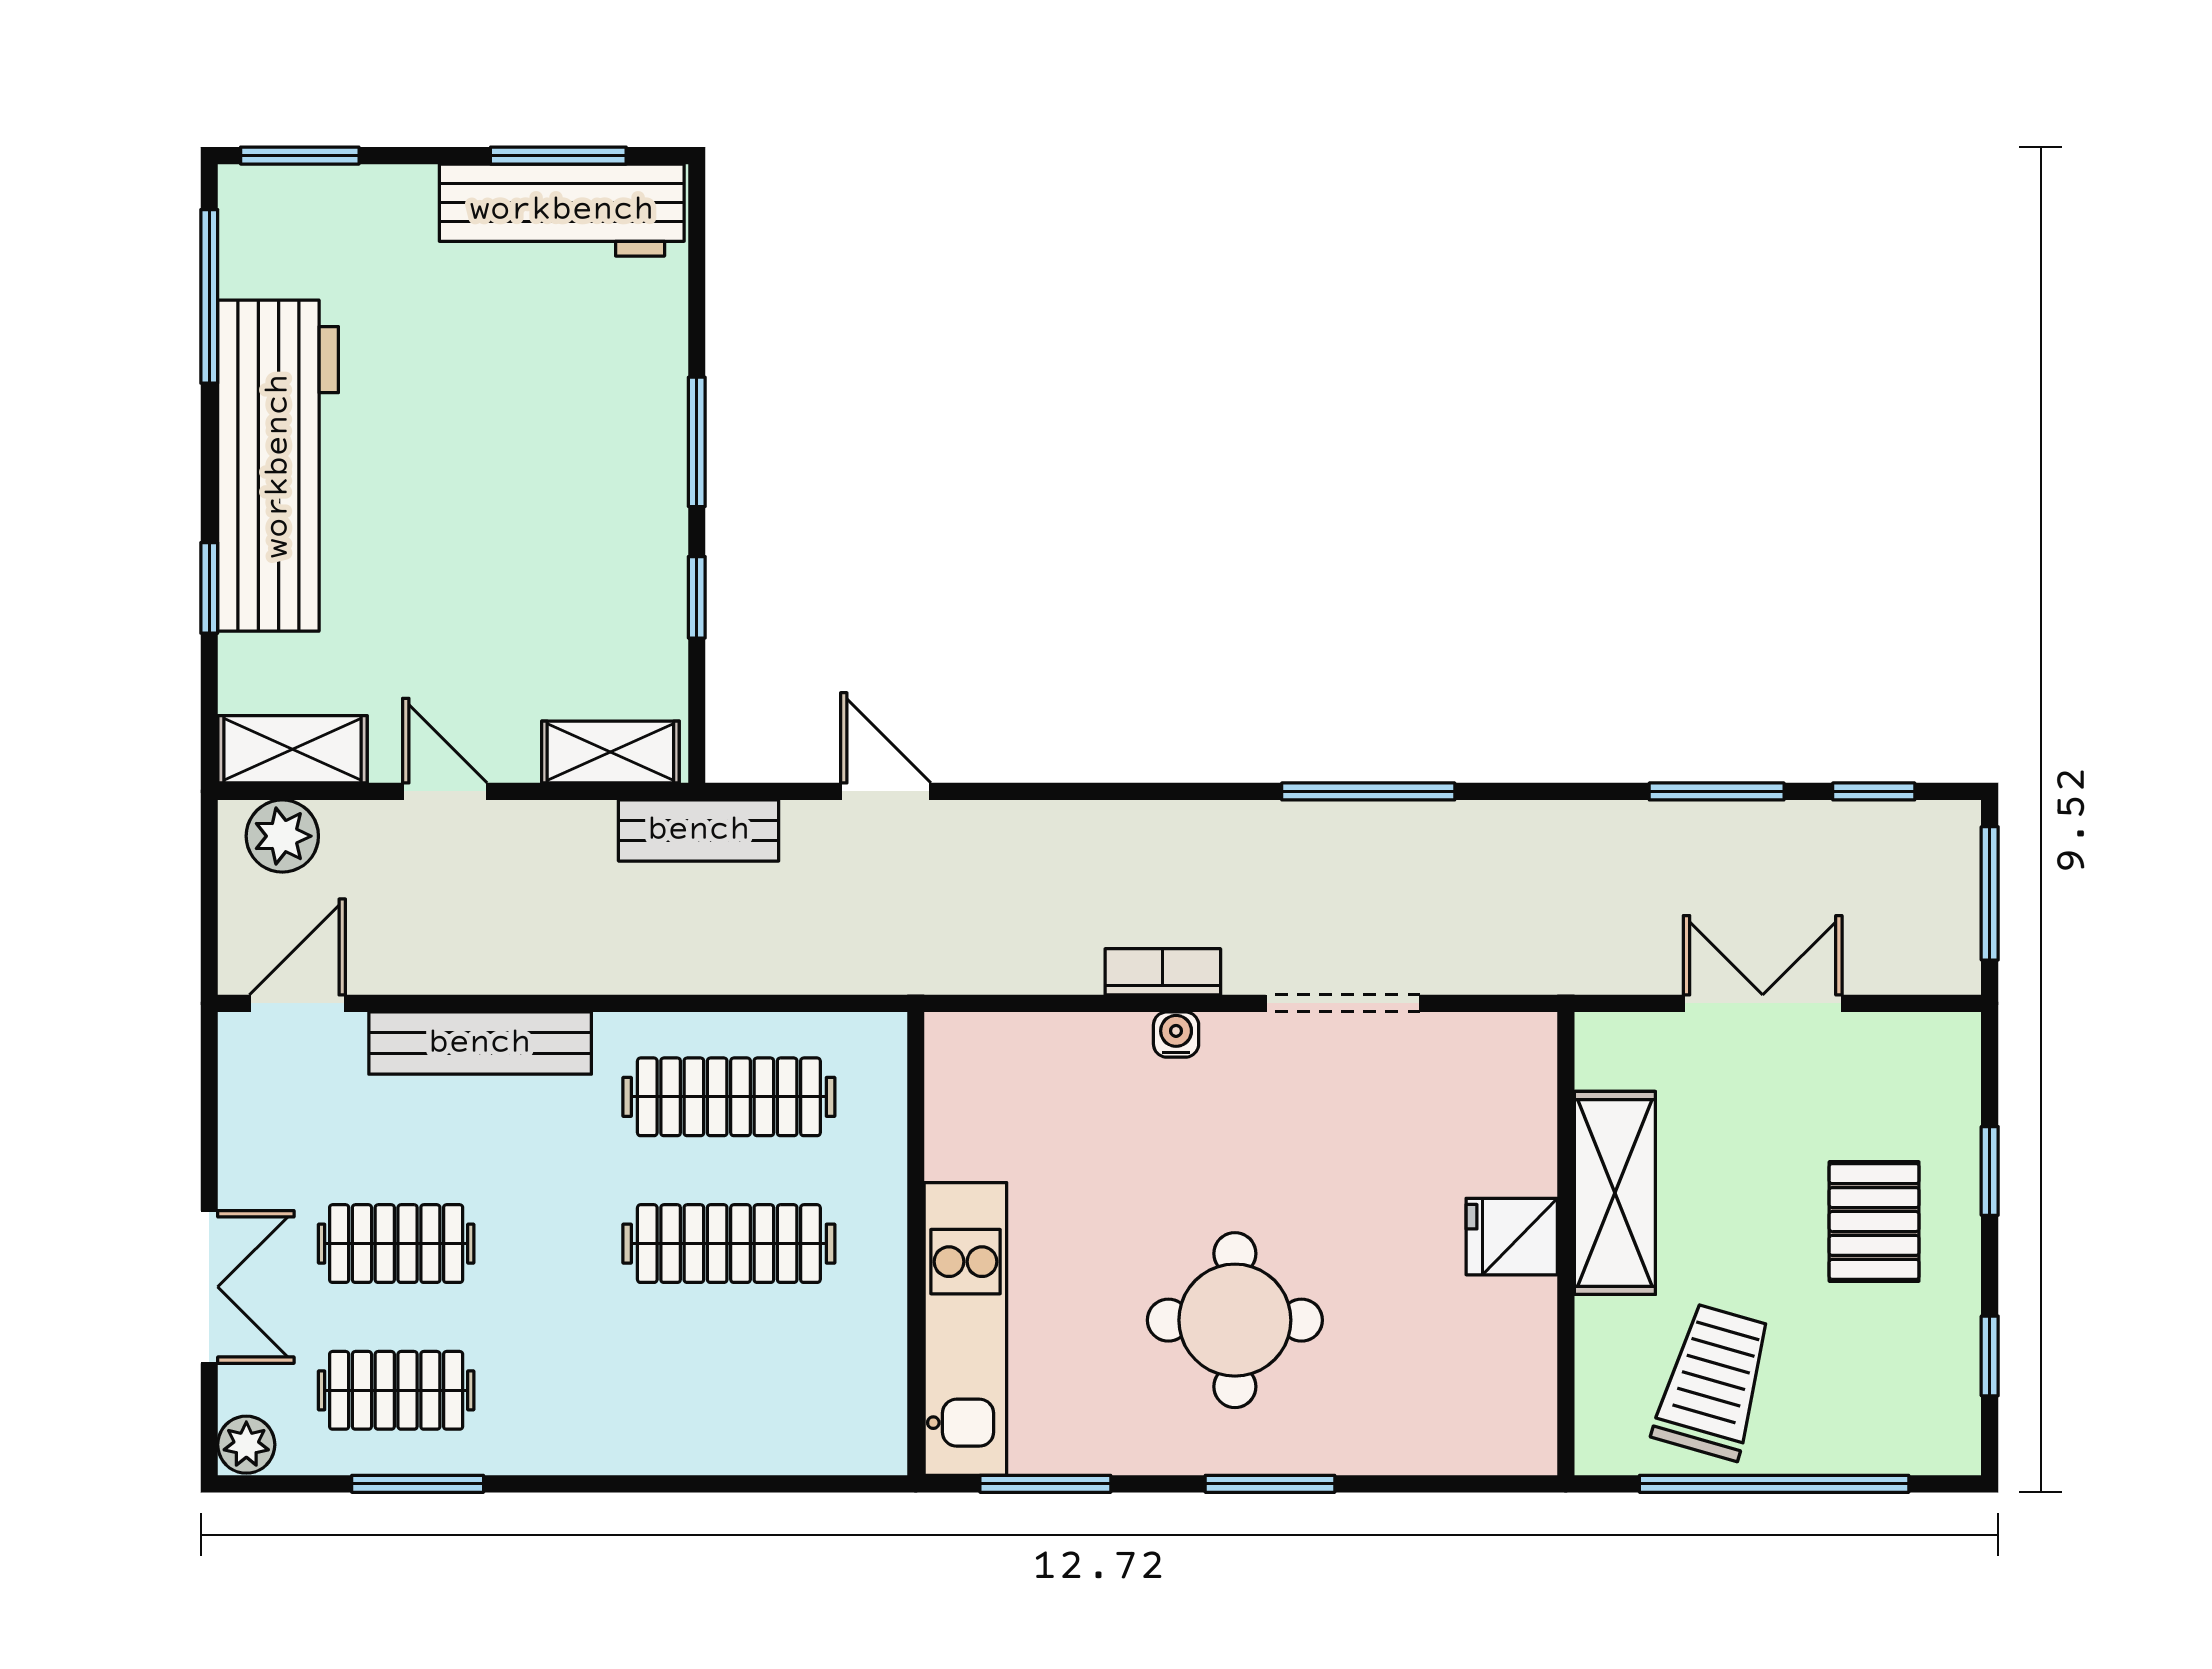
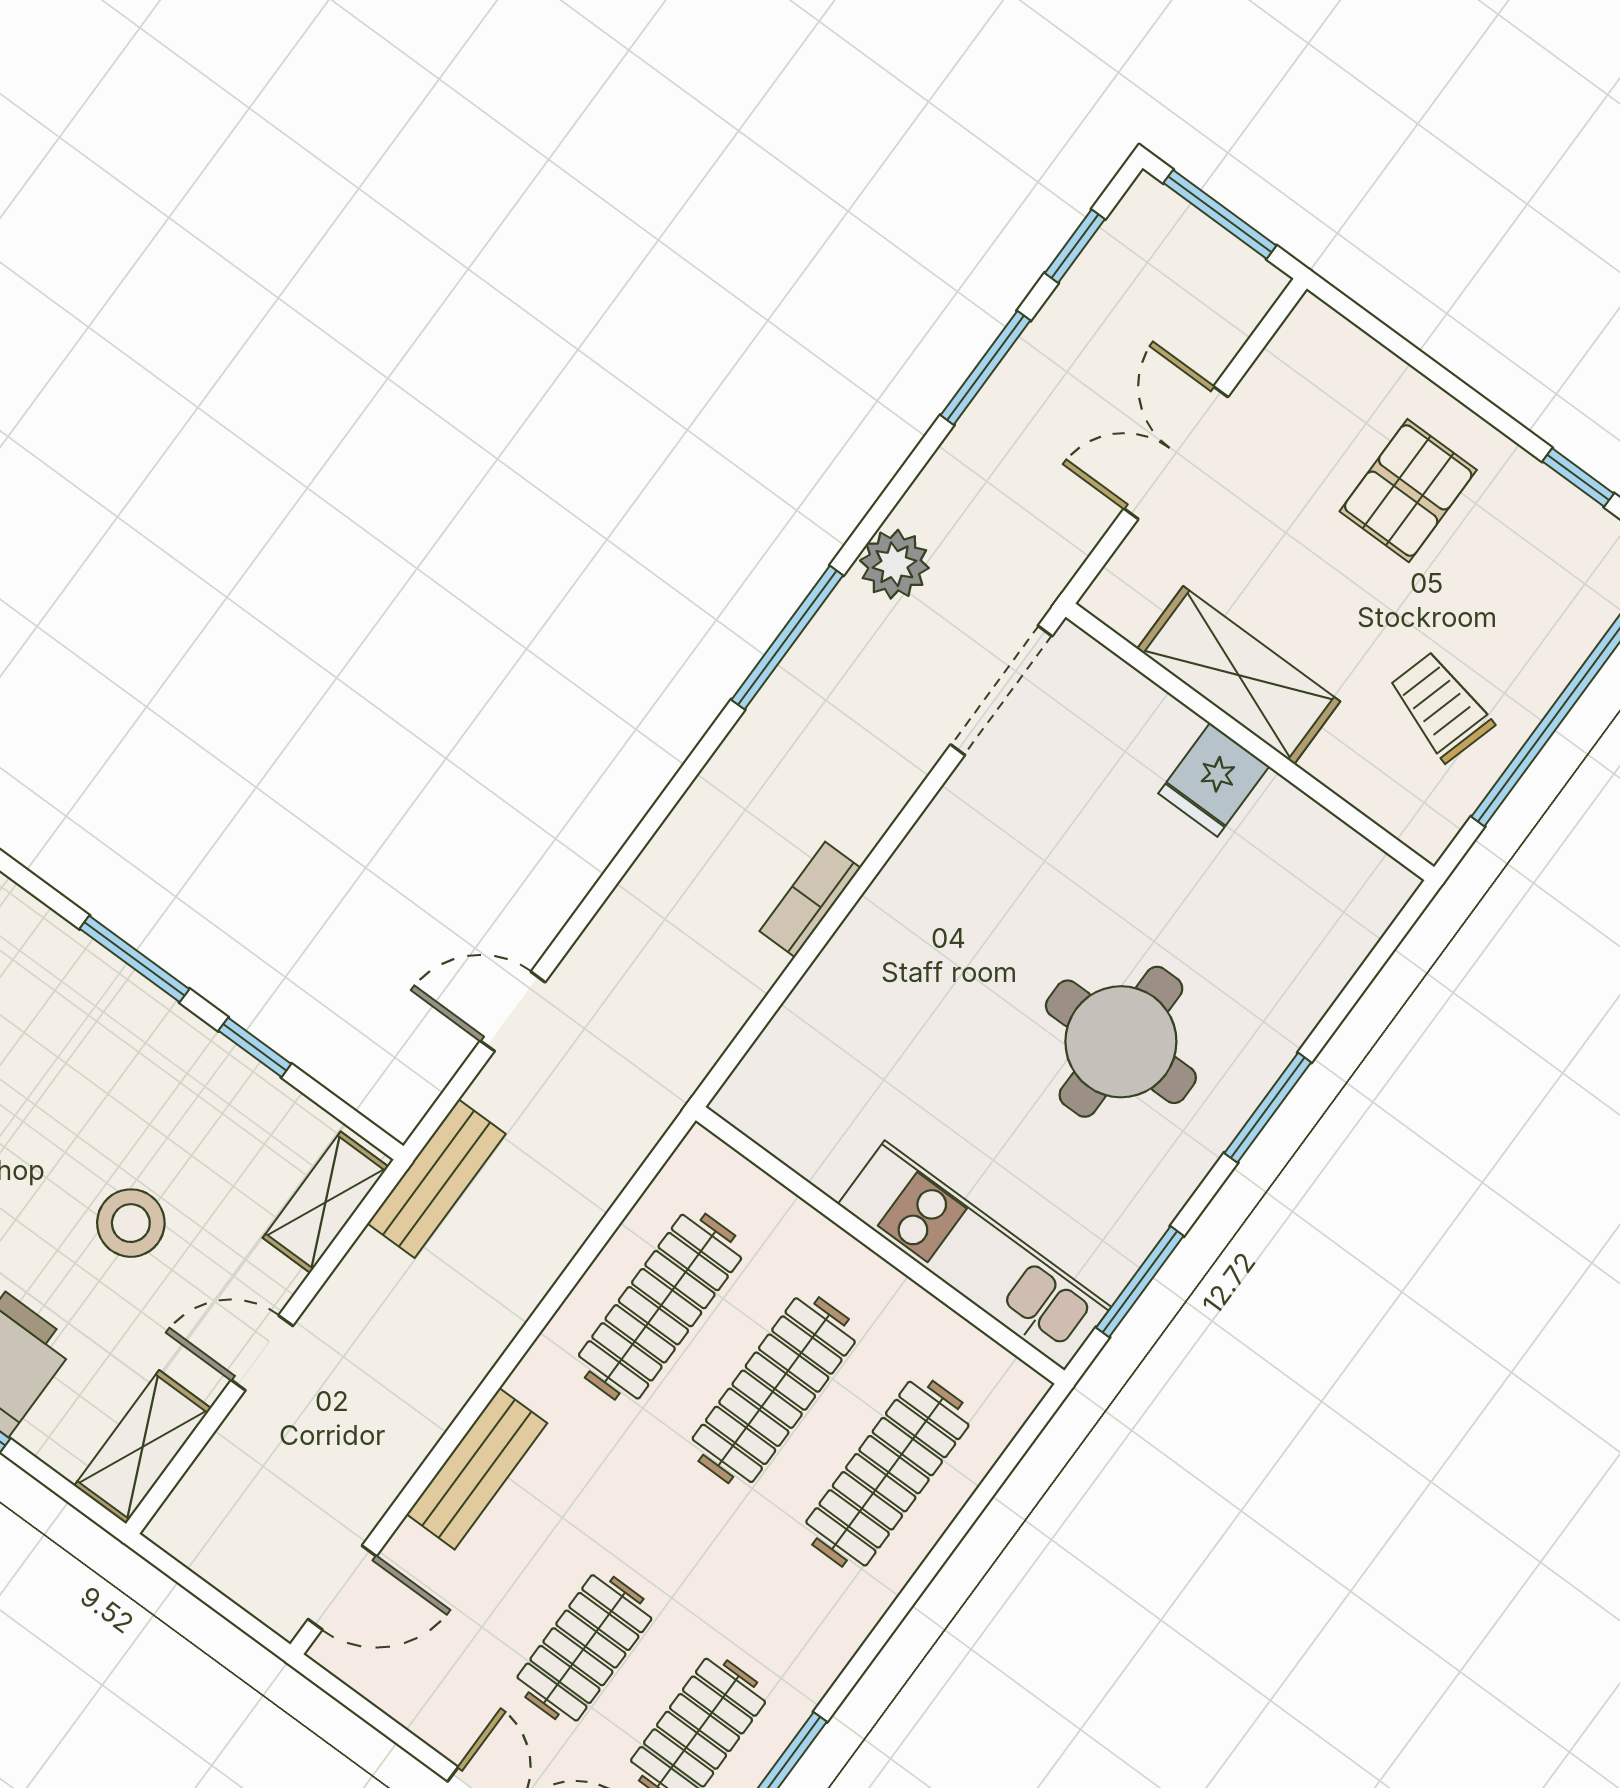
stool: (473, 602) -> (131, 1223), added
plant: (282, 836) -> (894, 564), moved
door: (297, 1003) -> (342, 1588), swing flipped
doorway: (1343, 1003) -> (1001, 690), moved
water cooler: (1176, 1035) -> (866, 925), removed
bench: (480, 1043) -> (477, 1469), width x0.73
window: (1990, 1171) -> (1435, 372), removed
pallet: (1874, 1221) -> (1408, 491), turned 90
trolley: (1713, 1382) -> (1441, 706), width x0.73, depth x0.72
clothes rail: (729, 1390) -> (887, 1474), added

